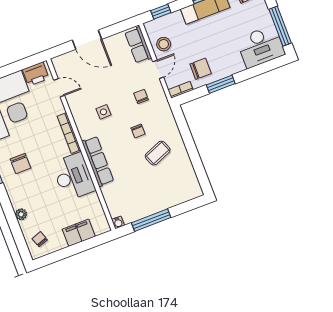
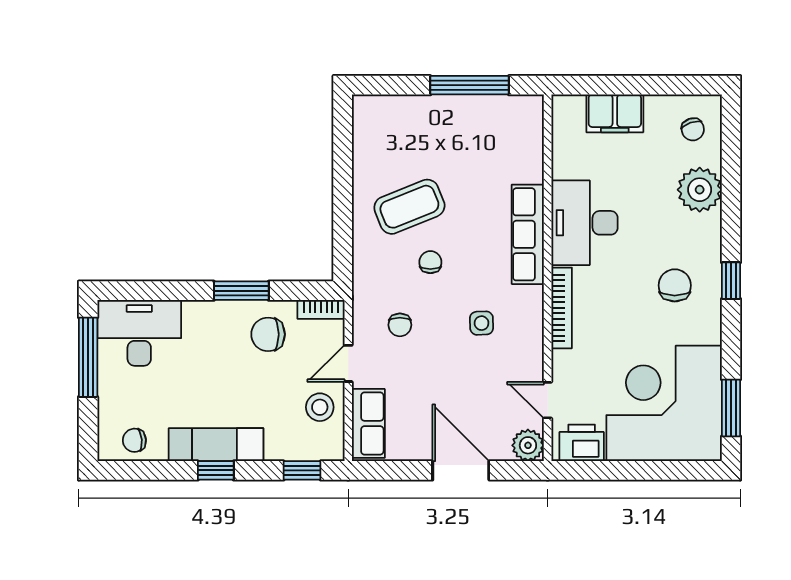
plant: (60, 63) -> (528, 445), added
coffee table: (158, 153) -> (409, 207), width x1.36, depth x1.30
plant: (21, 214) -> (700, 190), width x1.87, depth x1.87
water cooler: (118, 222) -> (534, 105), removed

